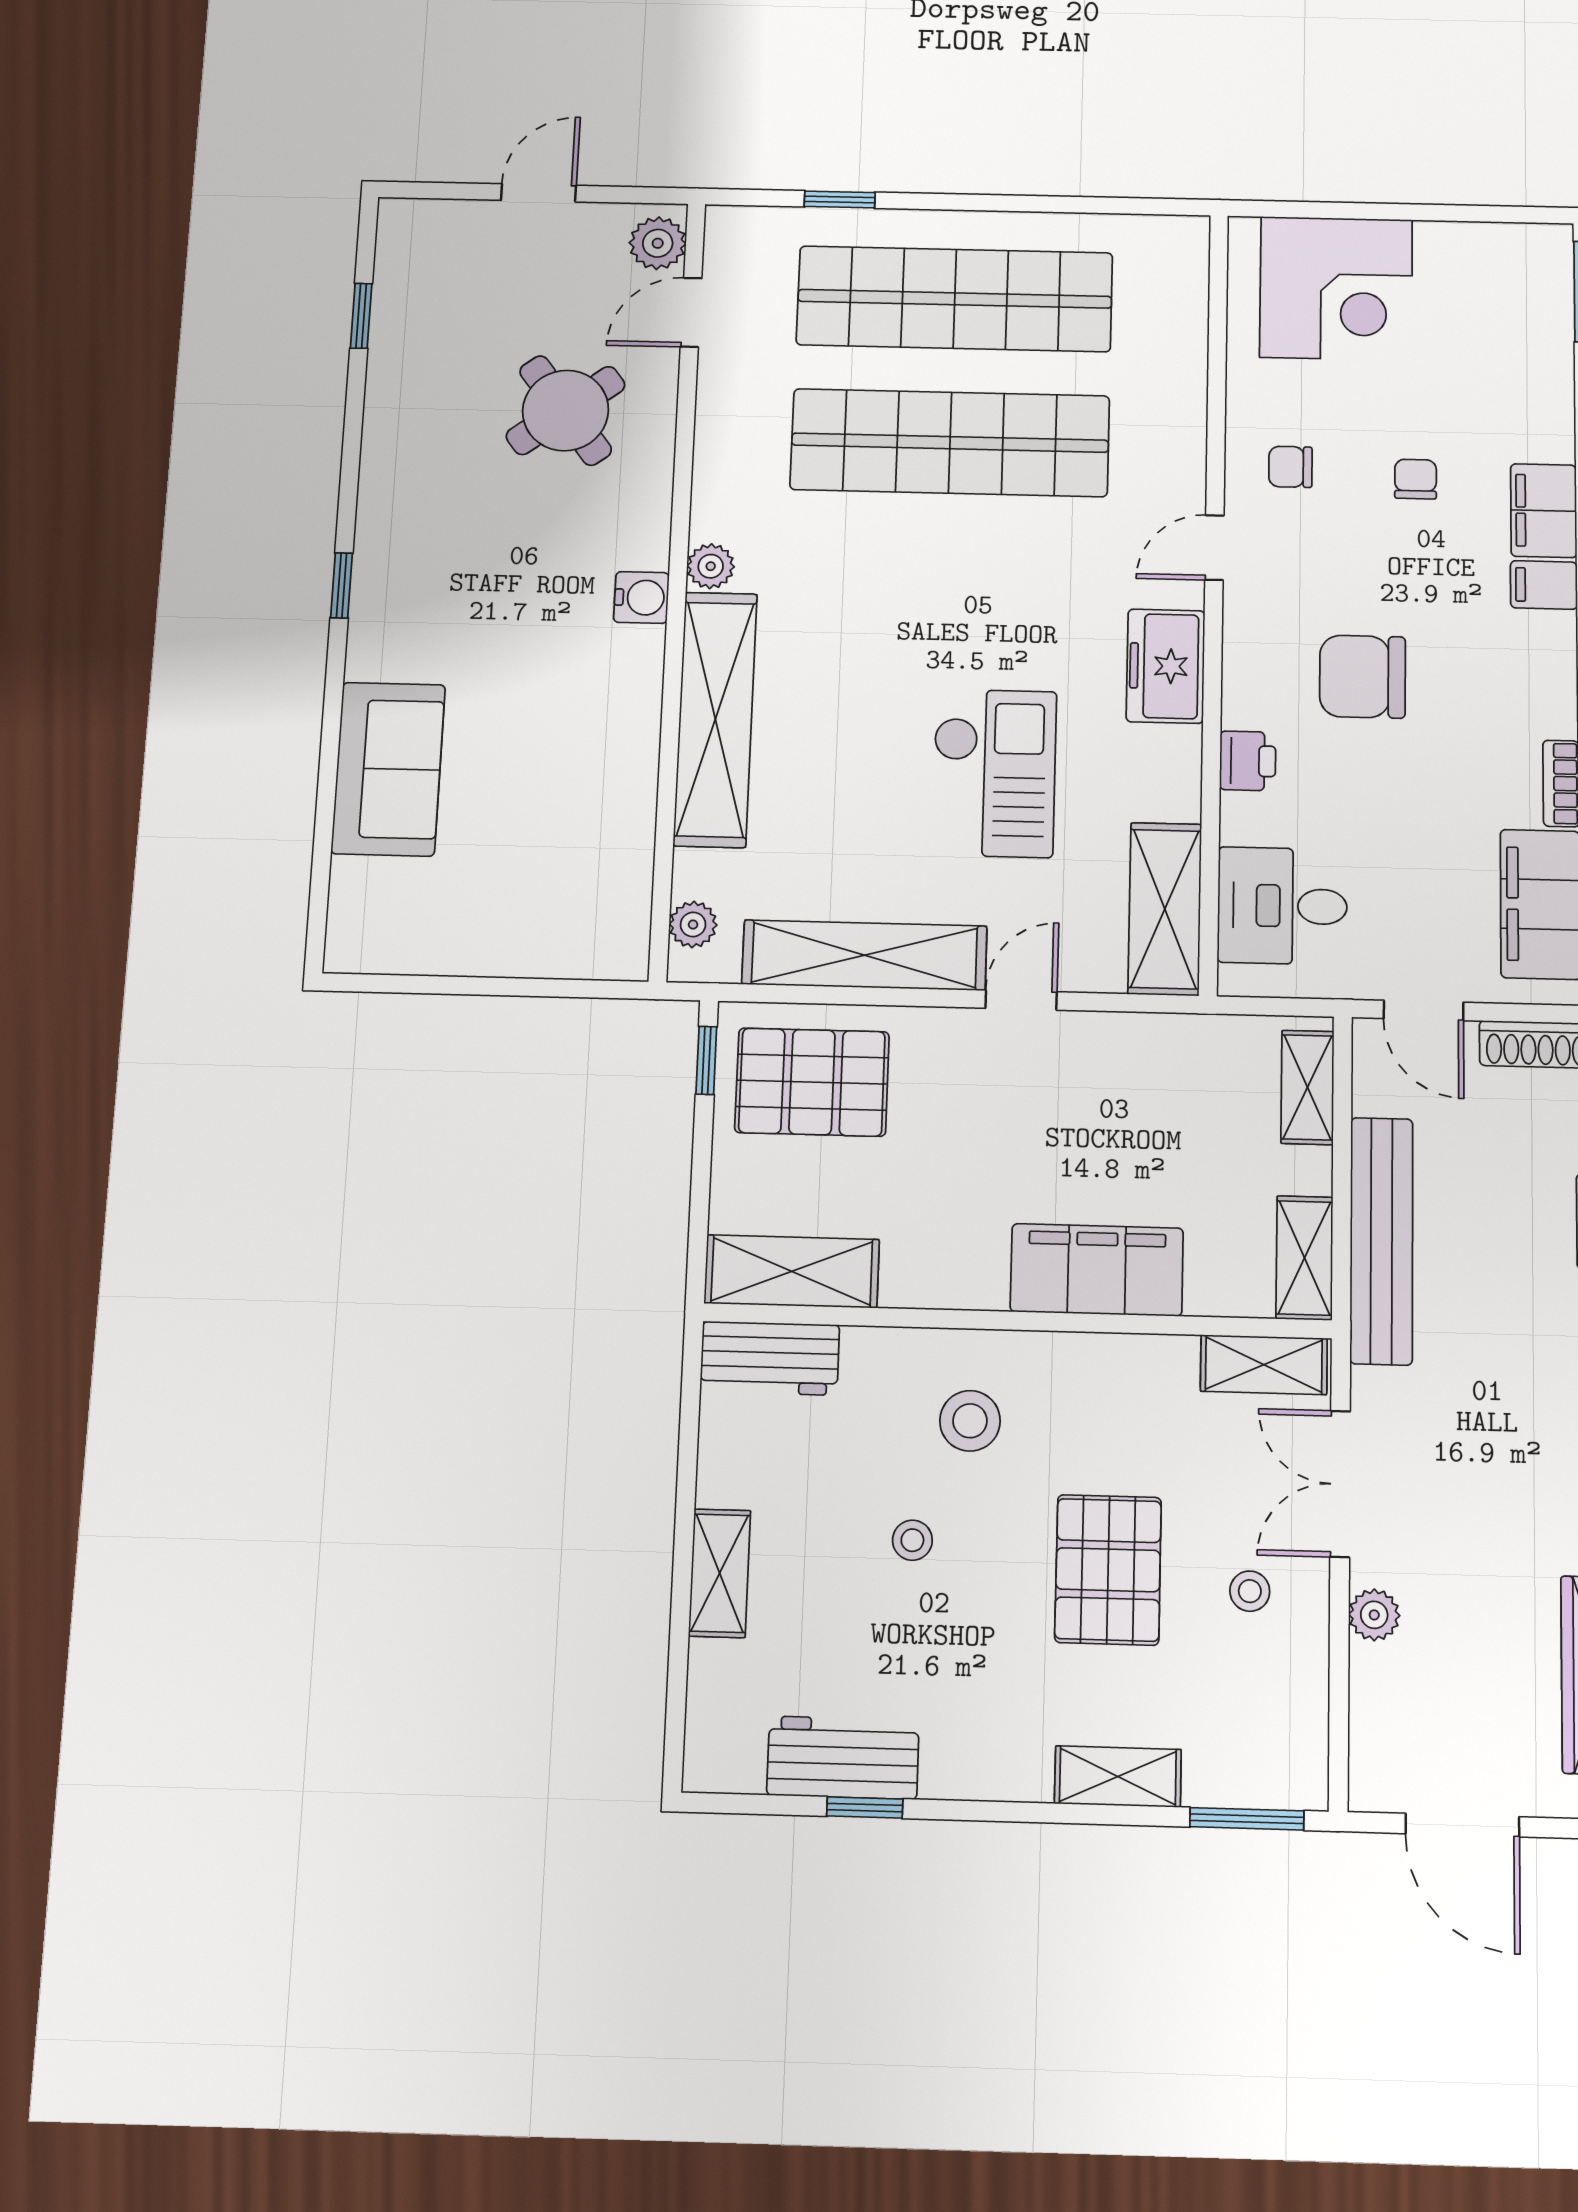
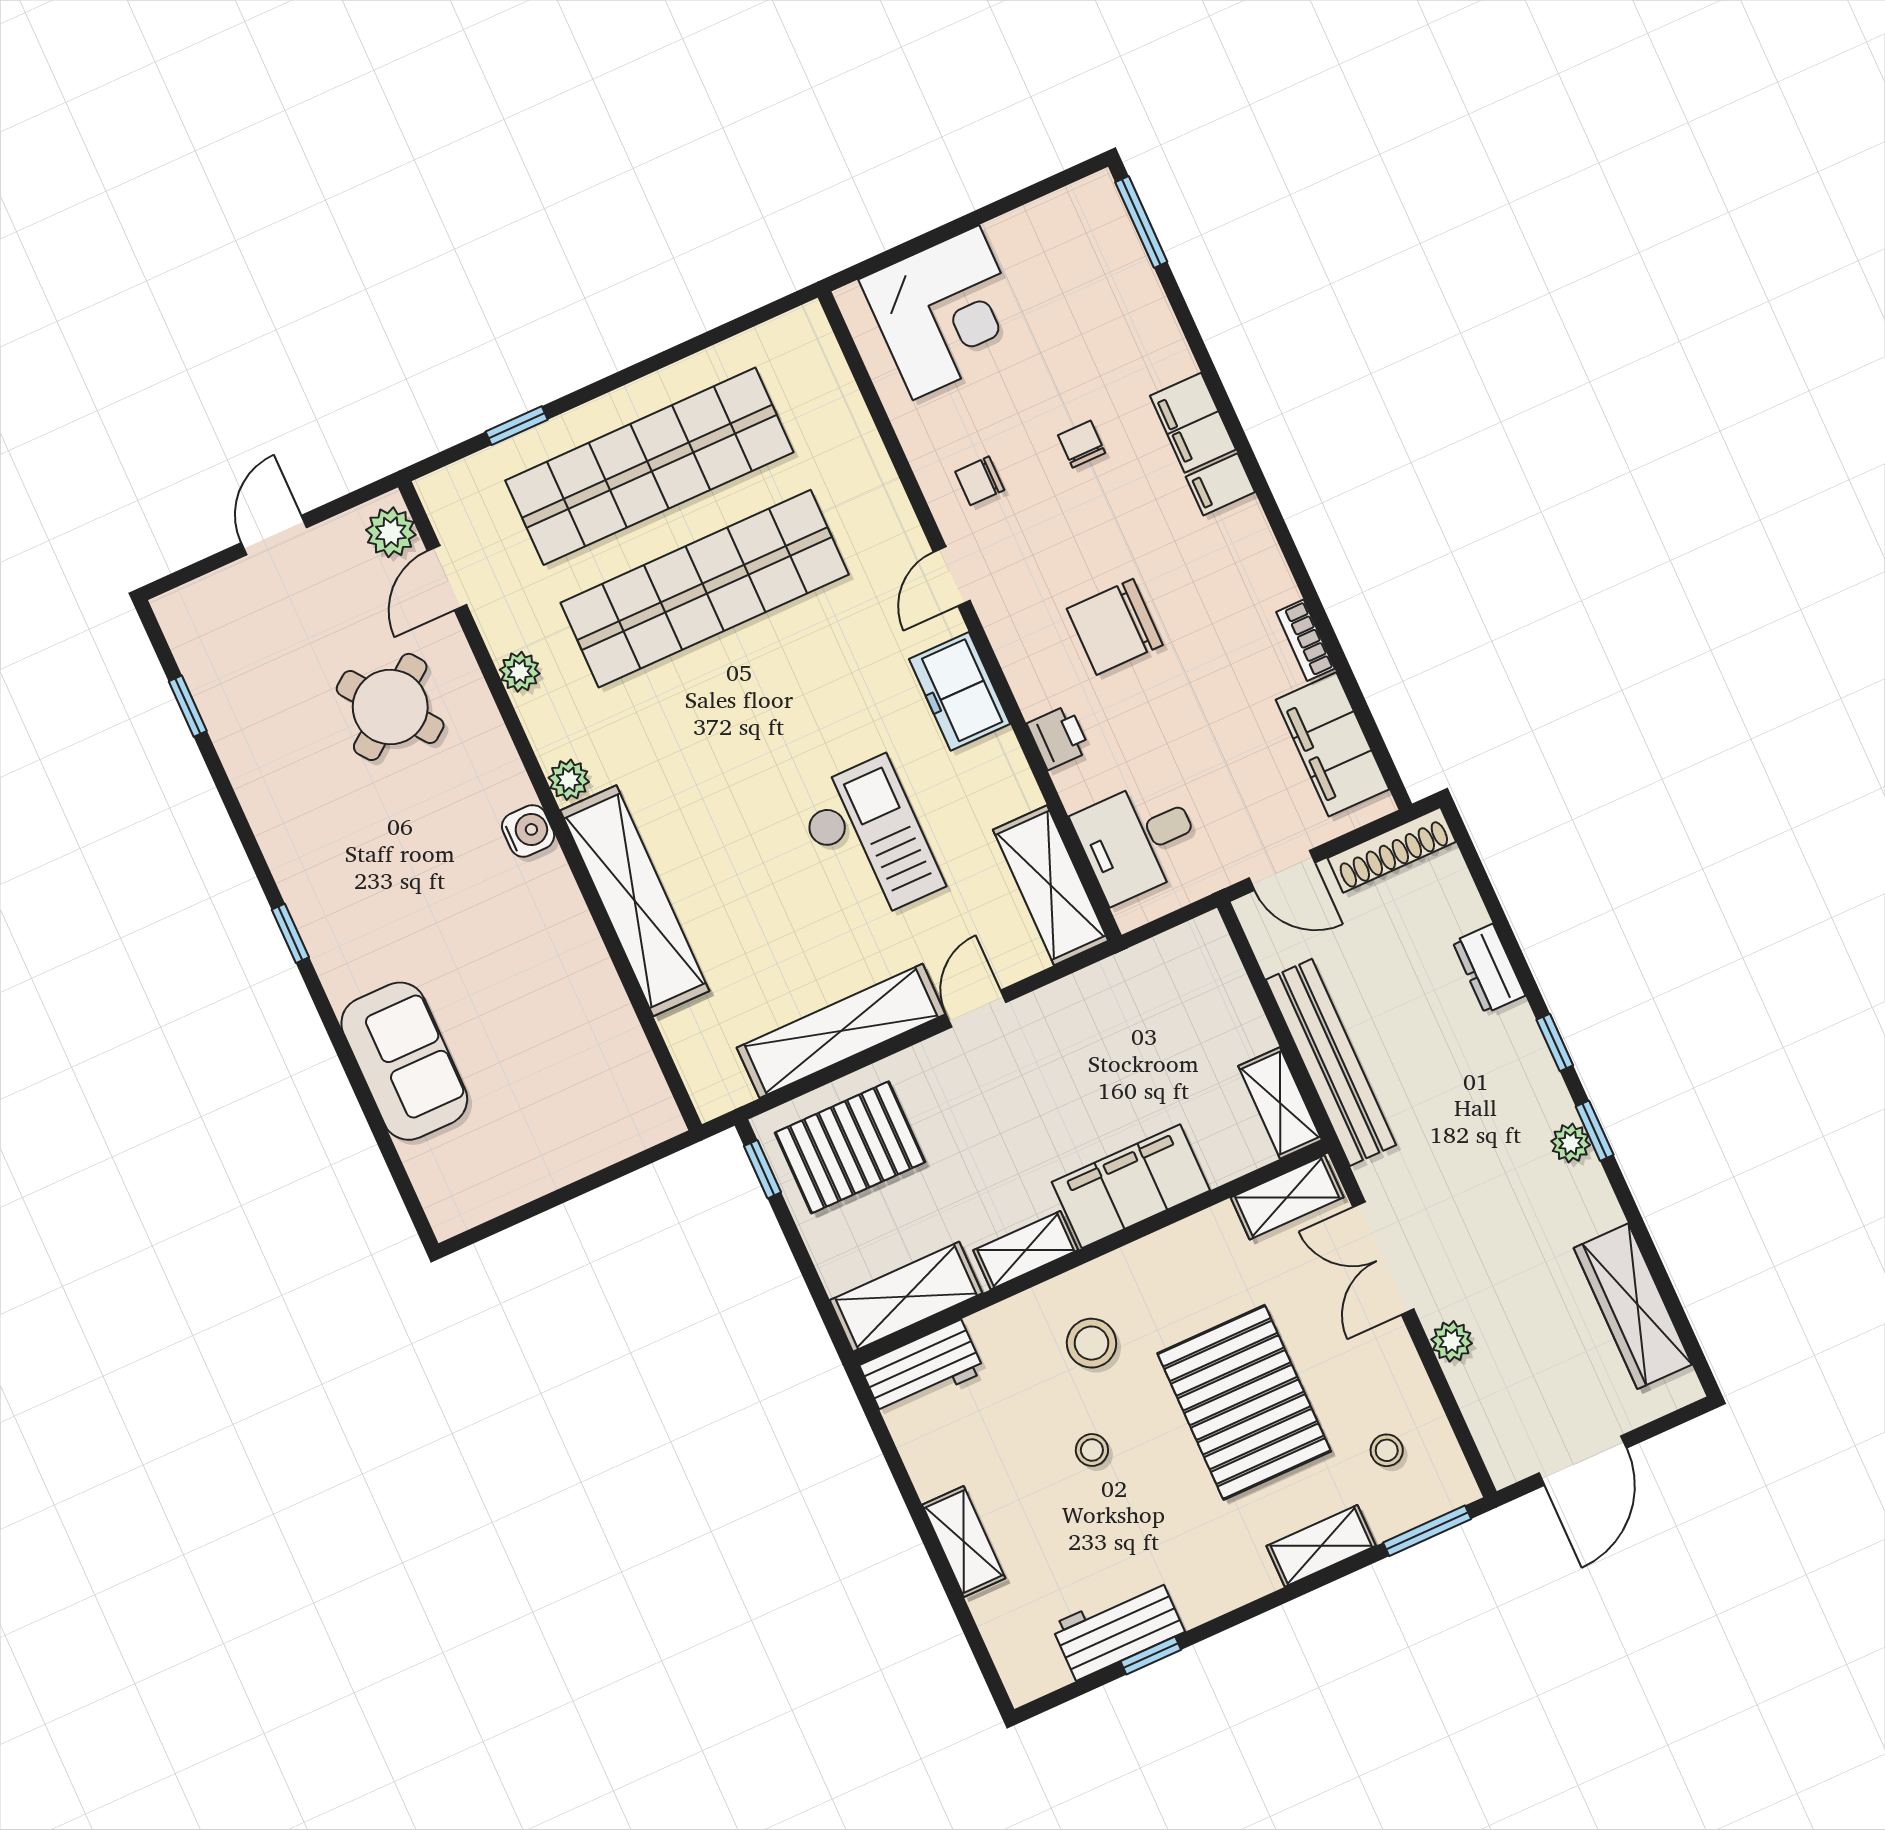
plant: (693, 925) -> (520, 672), moved
shelving: (1307, 1087) -> (1026, 1250), moved, turned 90
pallet: (1108, 1570) -> (1244, 1402), width x1.37, depth x1.41
stool: (1250, 1591) -> (1387, 1450), moved
door: (1462, 1825) -> (1583, 1461), hinge flipped

